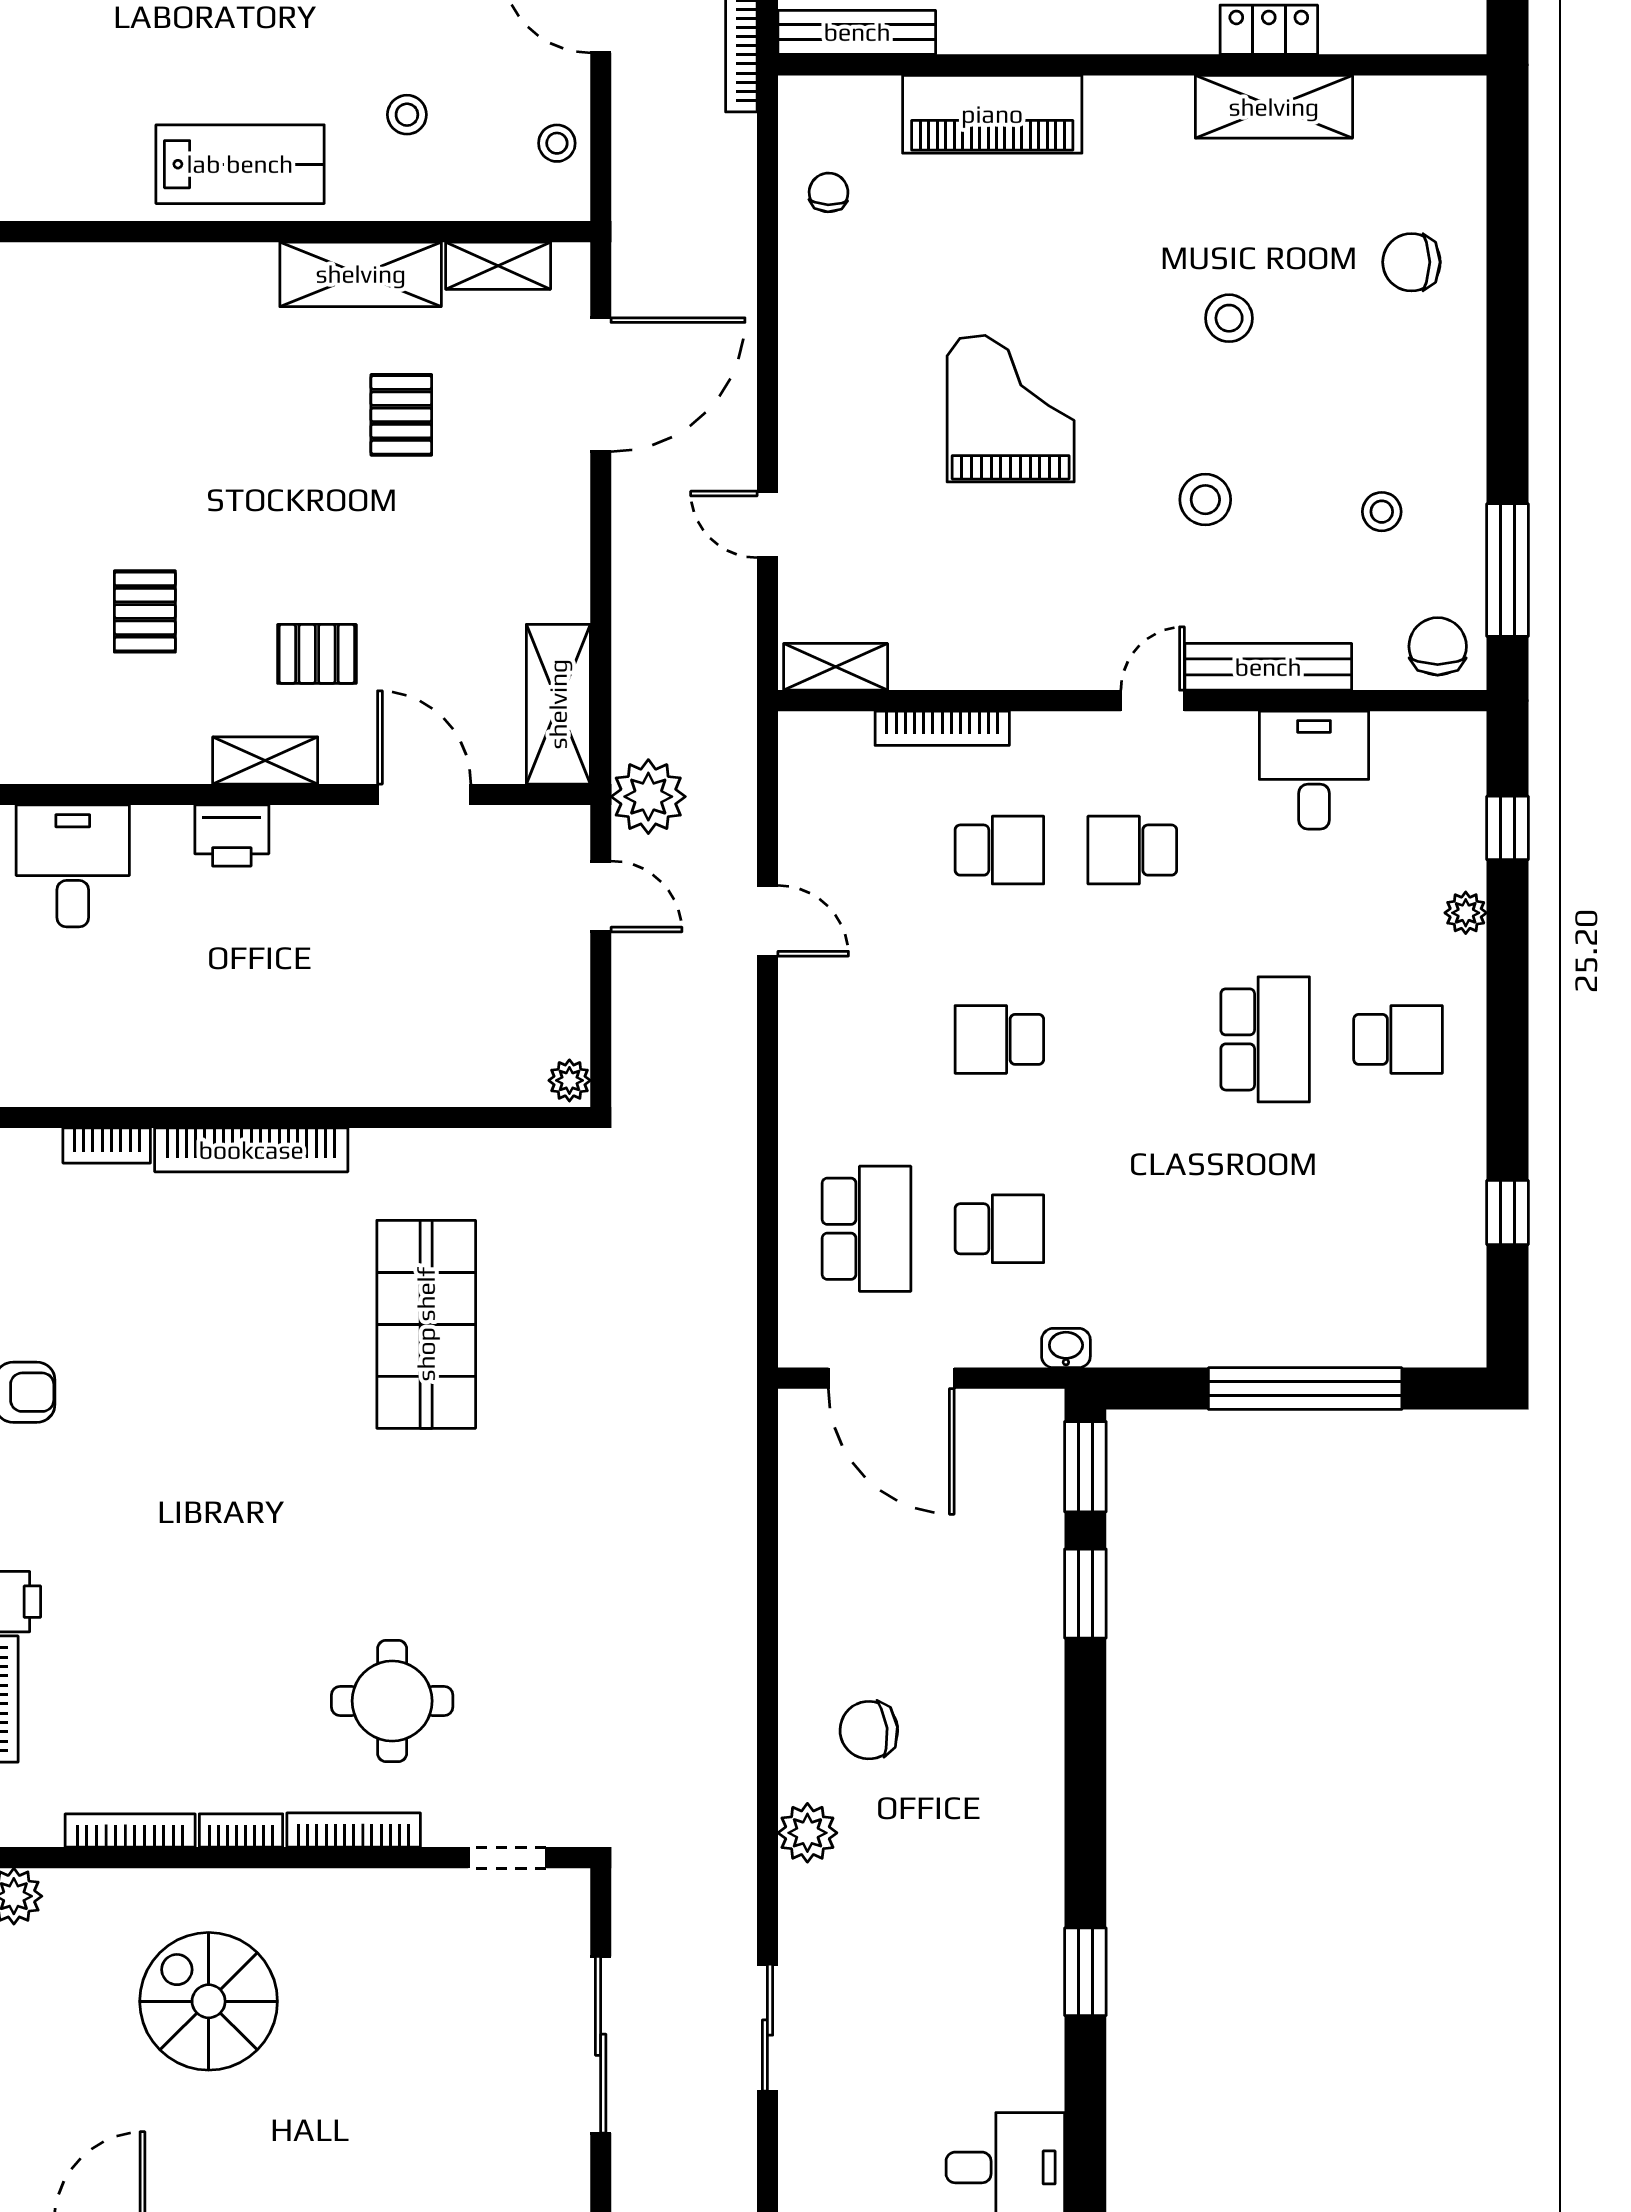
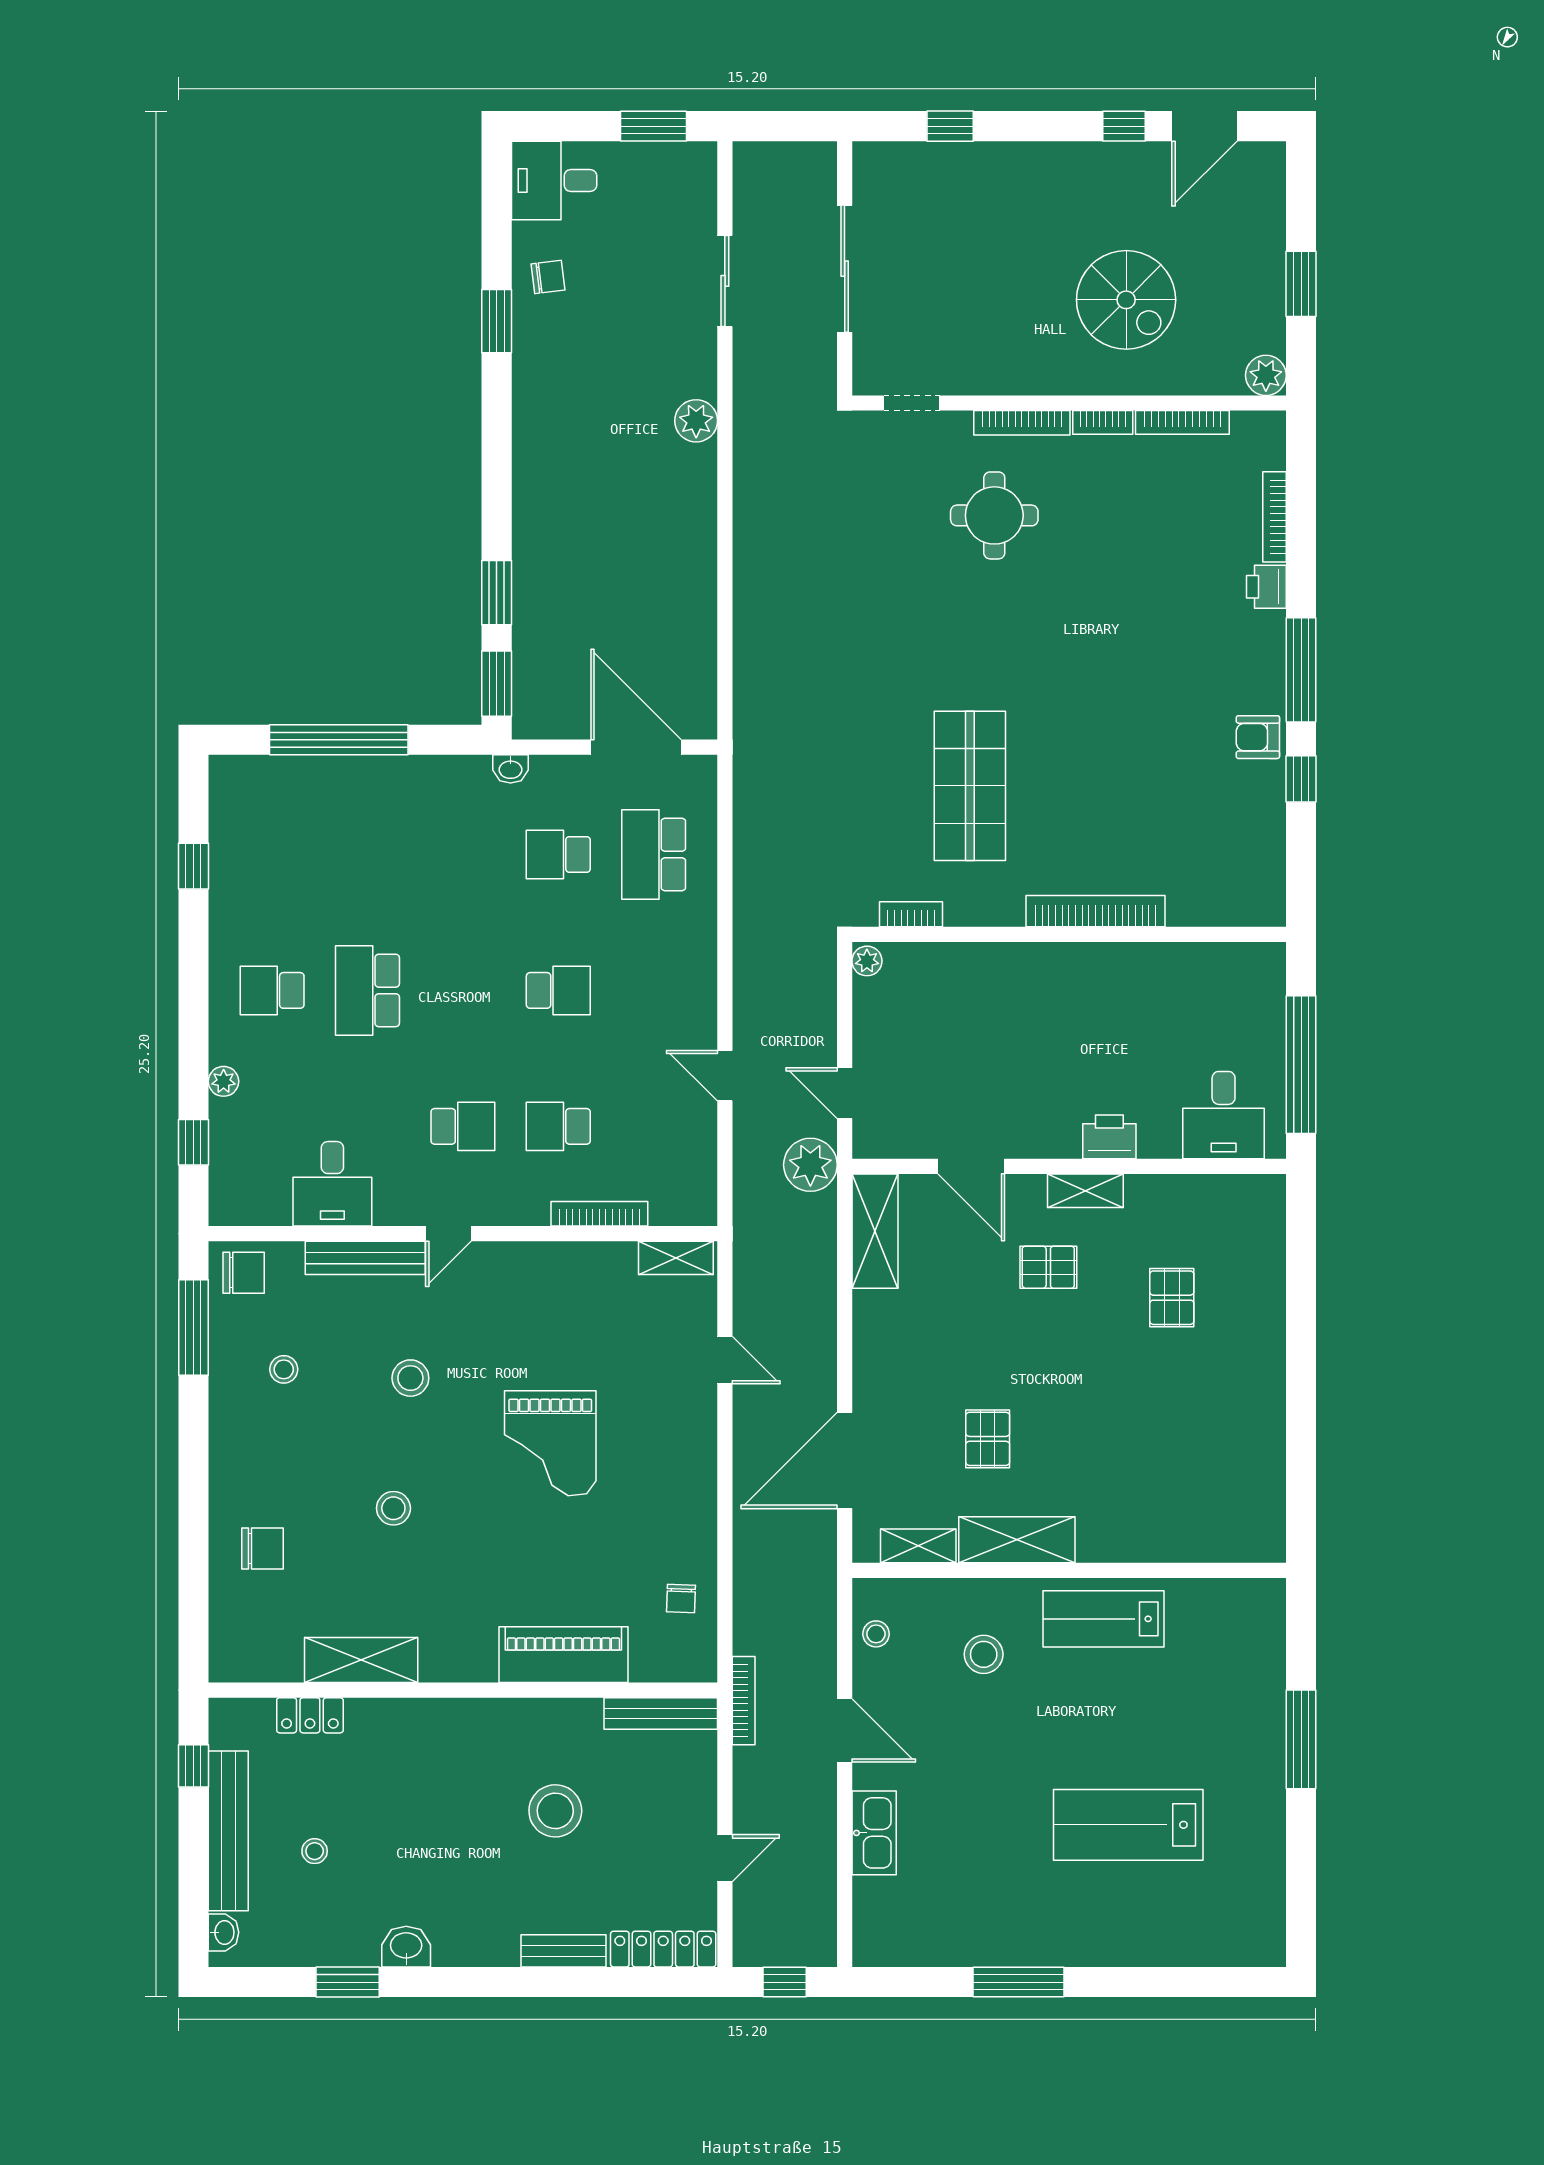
locker: (1269, 30) -> (310, 1715), moved
stool: (407, 115) -> (984, 1654), width x1.37, depth x1.37
chair: (1438, 646) -> (244, 1273), turned -90
bookcase: (107, 1146) -> (911, 914), moved
chair: (869, 1730) -> (548, 277), moved, width x0.73, depth x0.73

